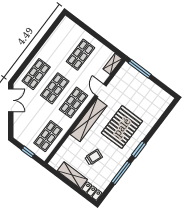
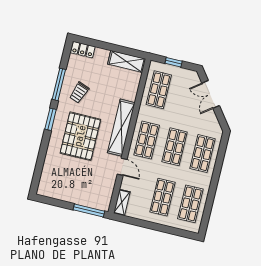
shop shelf: (62, 40) -> (190, 204), added
double door: (11, 100) -> (211, 94), moved
trolley: (94, 157) -> (79, 93), moved
shelving: (72, 175) -> (127, 61), moved

